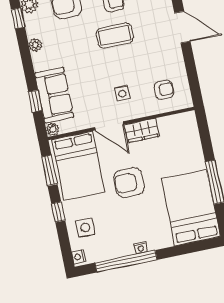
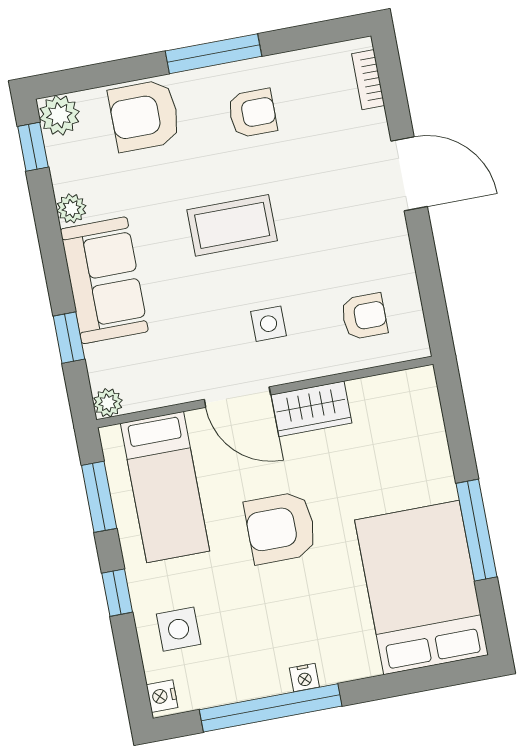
coffee table: (115, 36) -> (232, 225), moved
sofa: (54, 95) -> (104, 280), moved
bed: (78, 166) -> (165, 487), width x0.67

